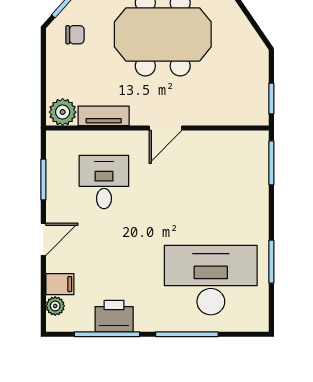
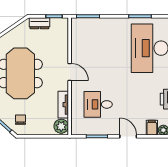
dresser: (258, 71) -> (39, 23), added

